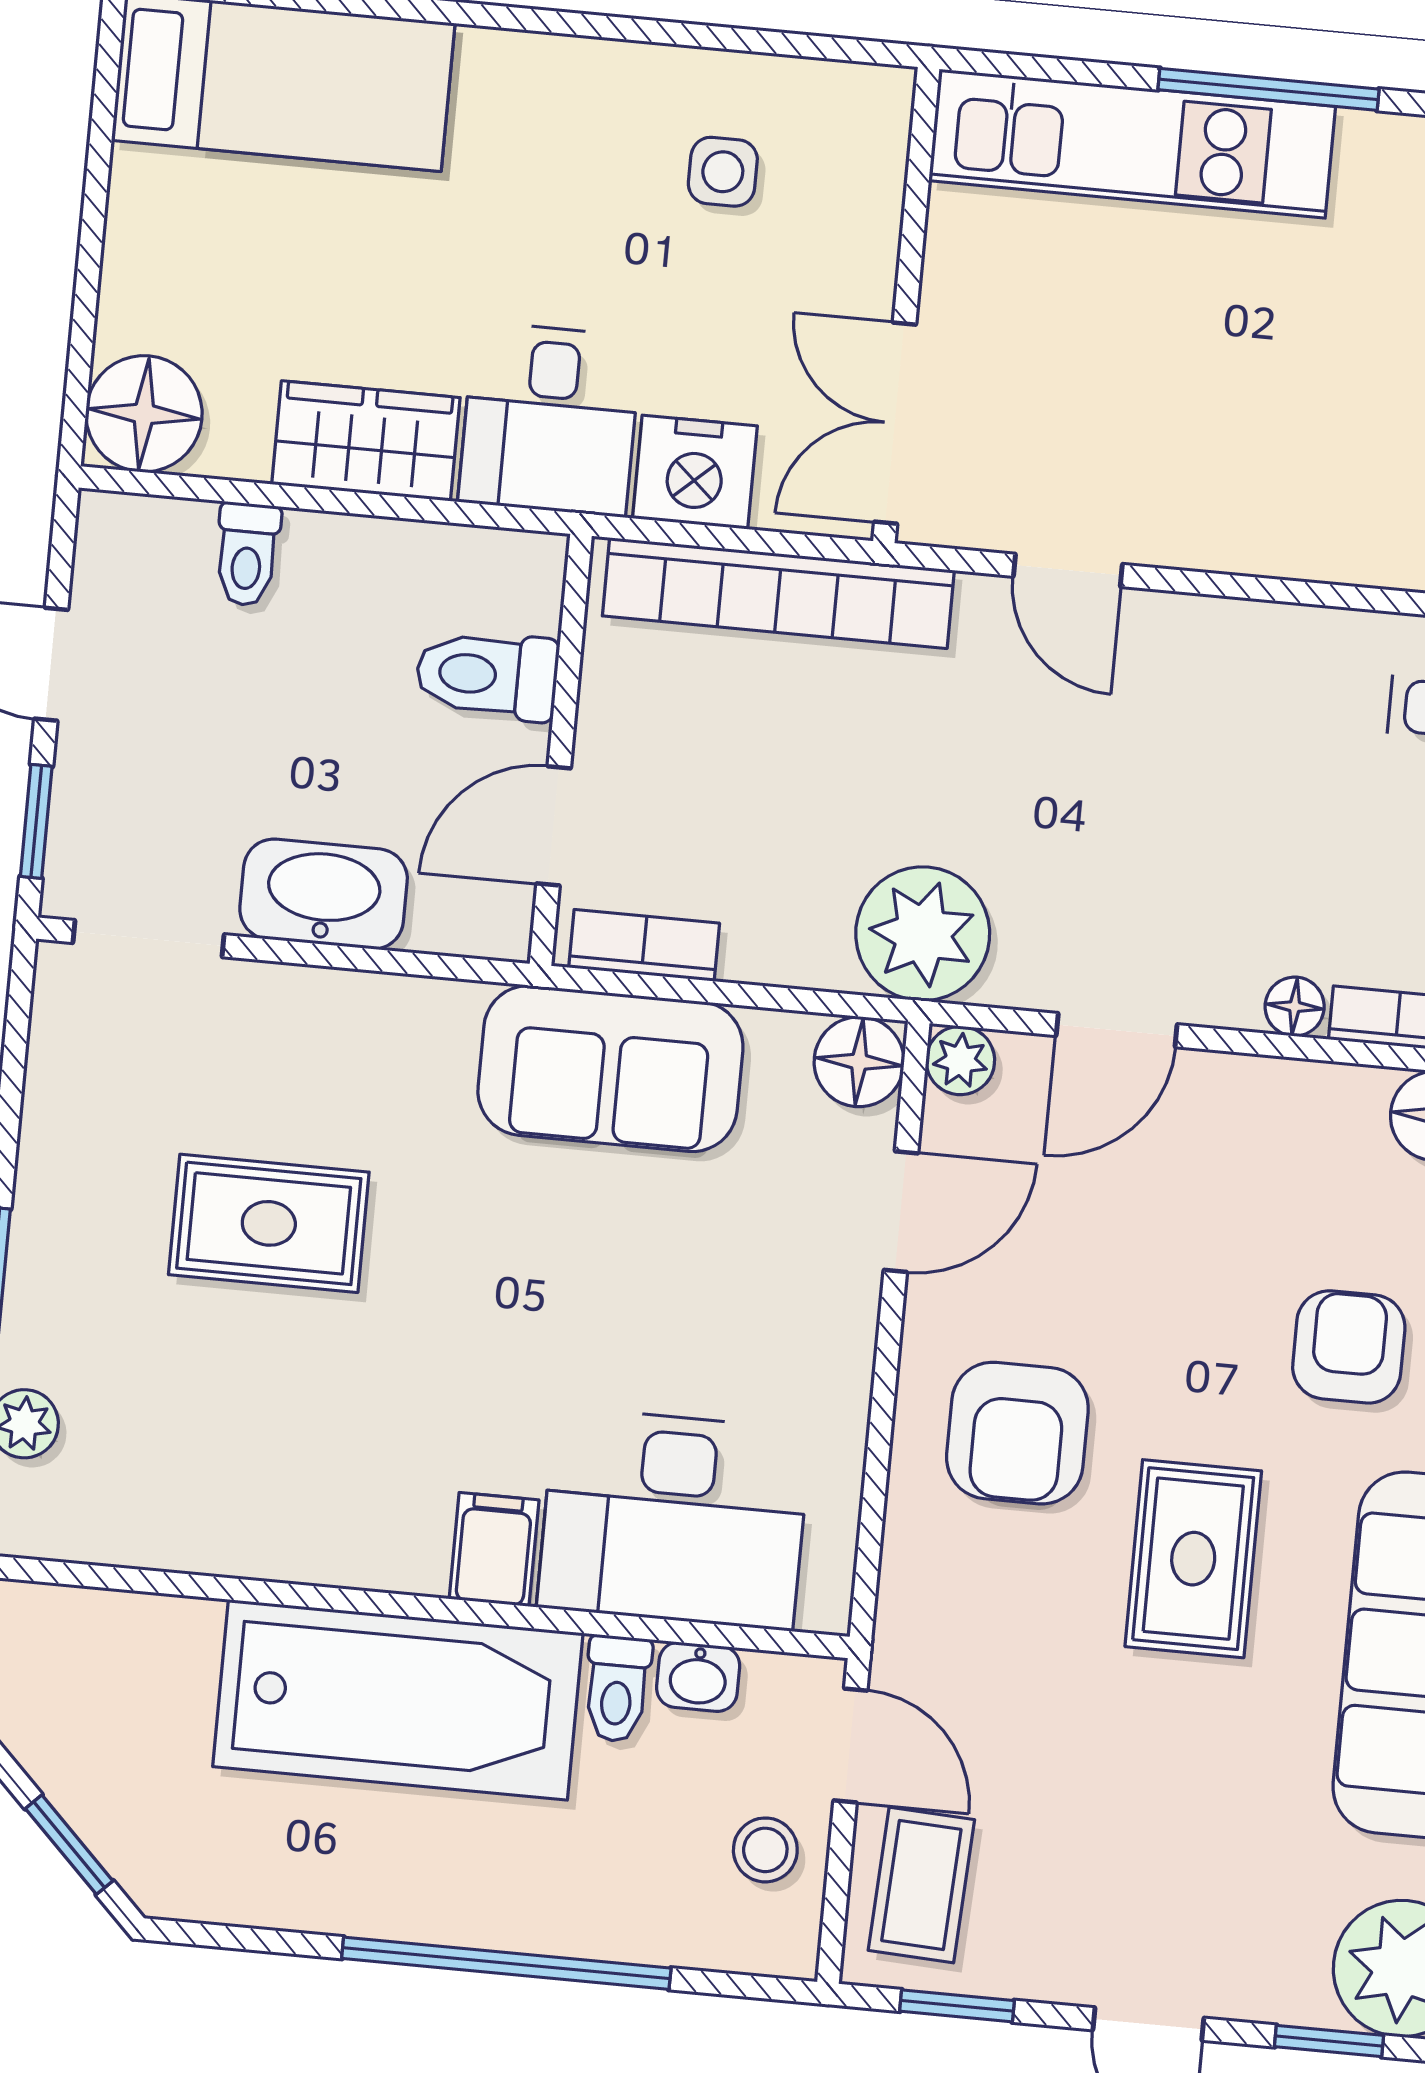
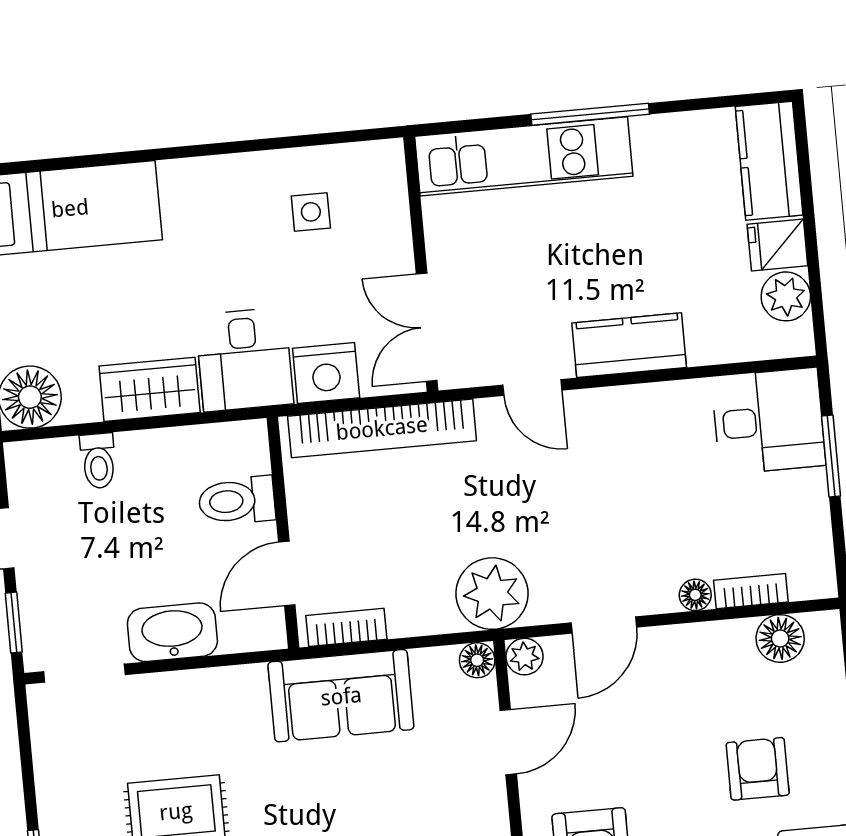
kitchen counter: (1260, 526) -> (629, 345), added
floor lamp: (859, 1062) -> (477, 660), width x0.73, depth x0.73

